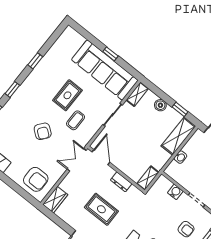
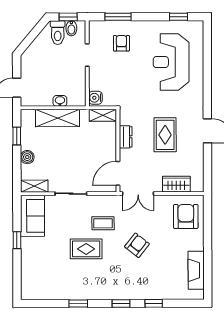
sofa: (105, 70) -> (32, 216), width x0.54, depth x0.79
shelving: (178, 136) -> (57, 118), moved
water cooler: (175, 192) -> (95, 98), moved
wardrobe: (55, 200) -> (176, 184), moved

